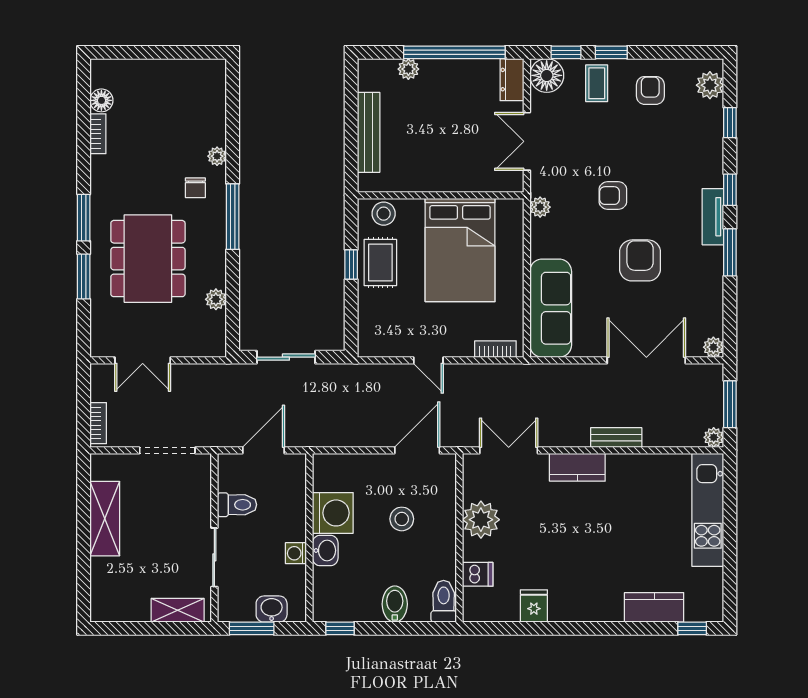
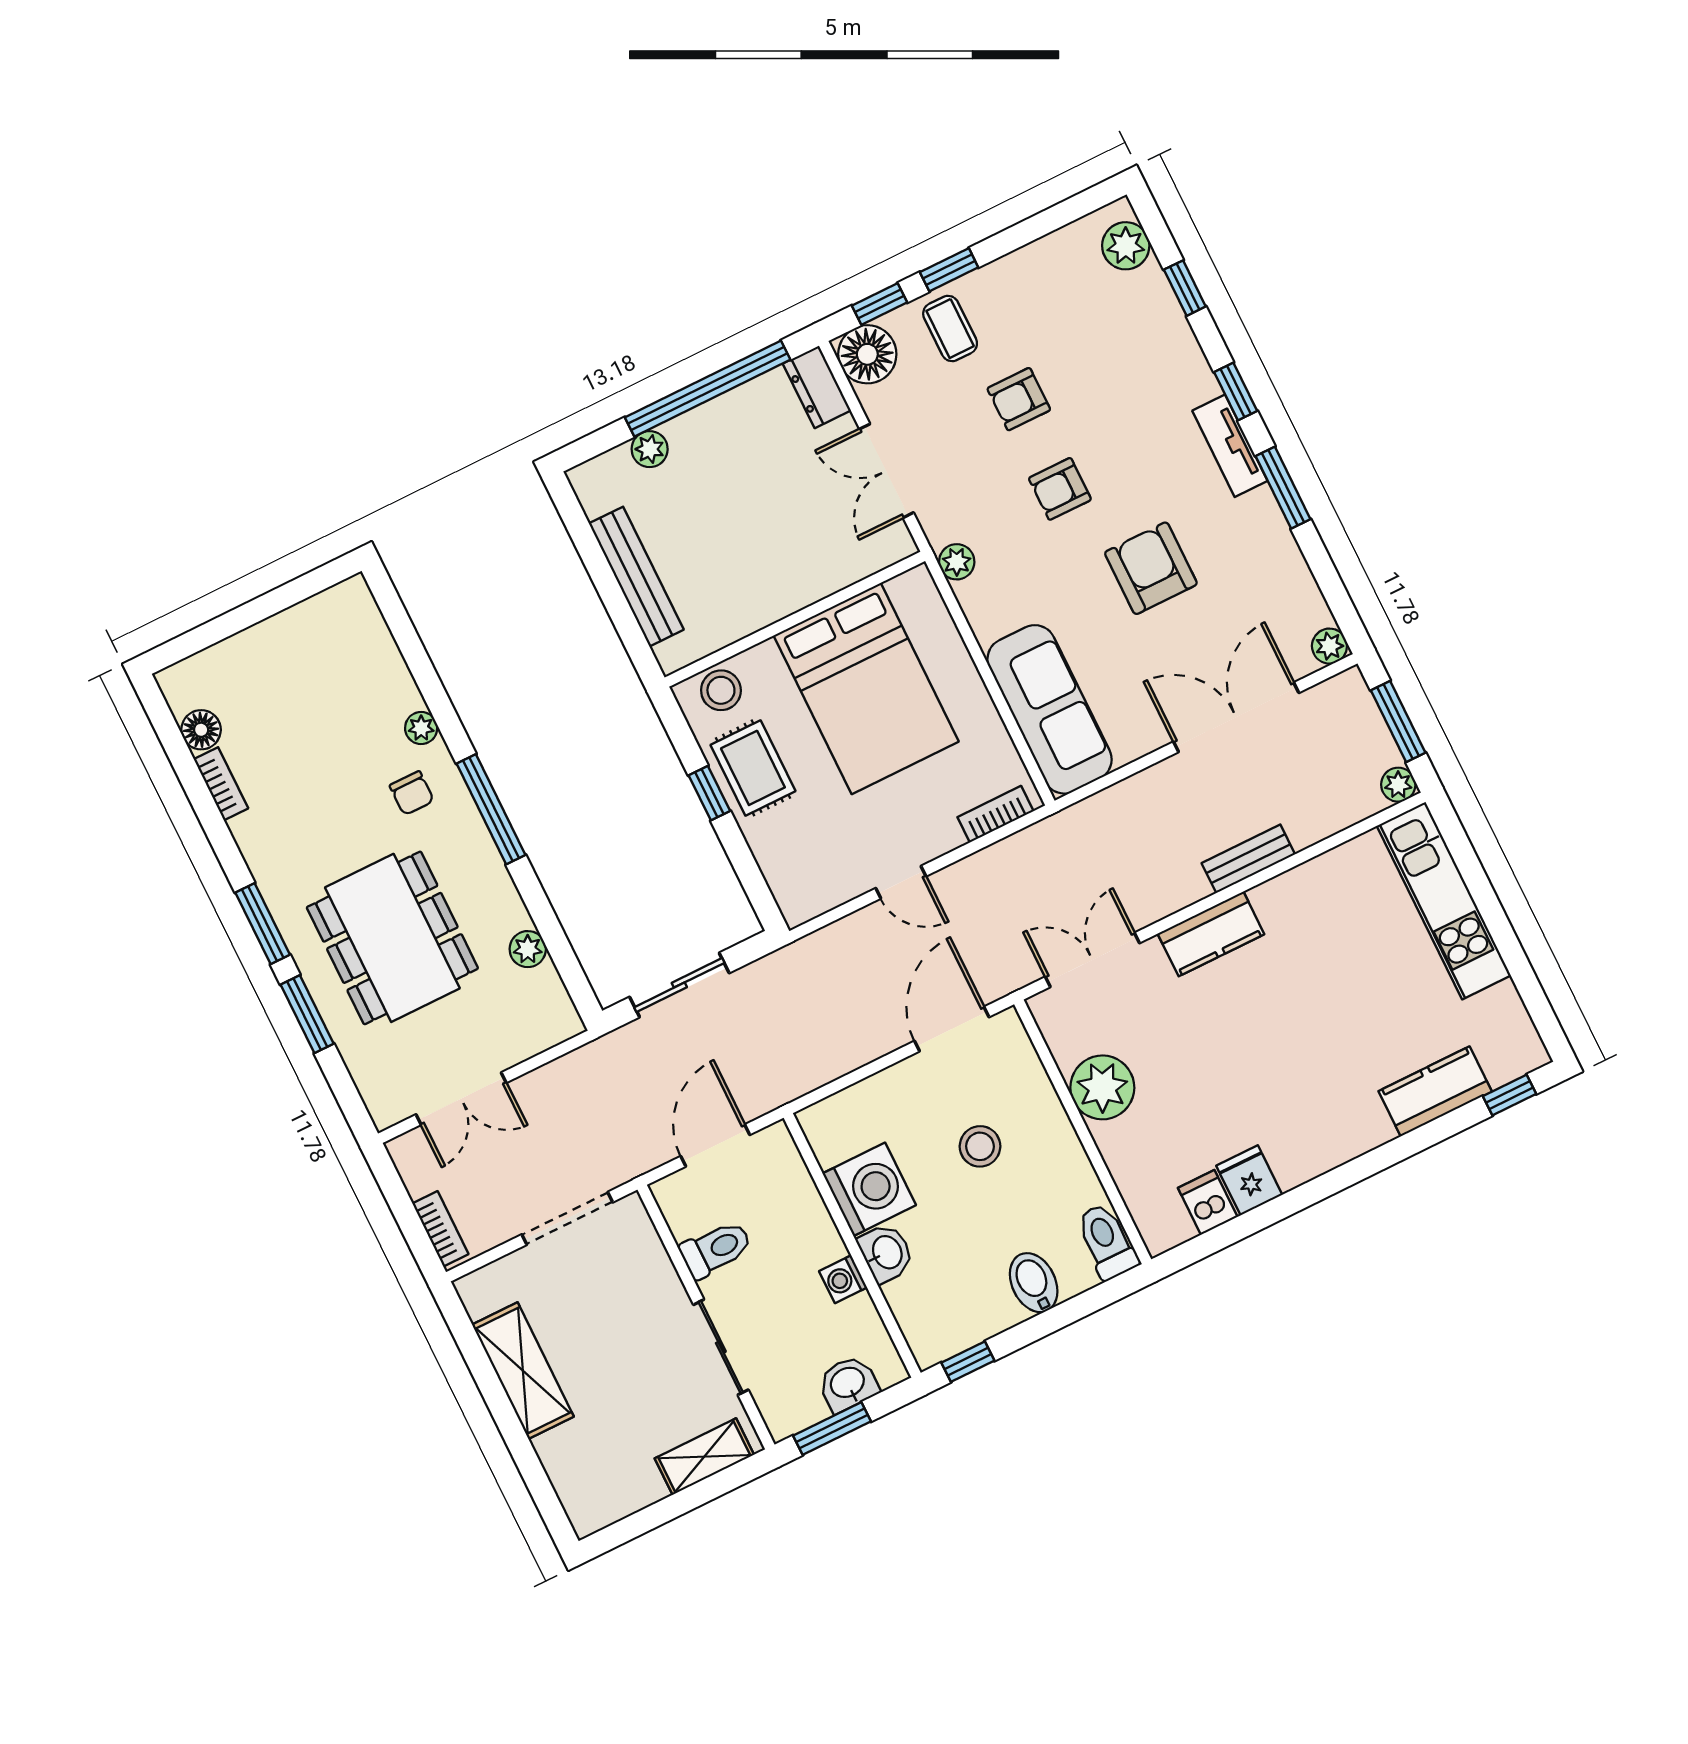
armchair: (650, 90) -> (1019, 399), moved, turned -90
dishwasher: (478, 574) -> (1208, 1202), moved, turned -90

